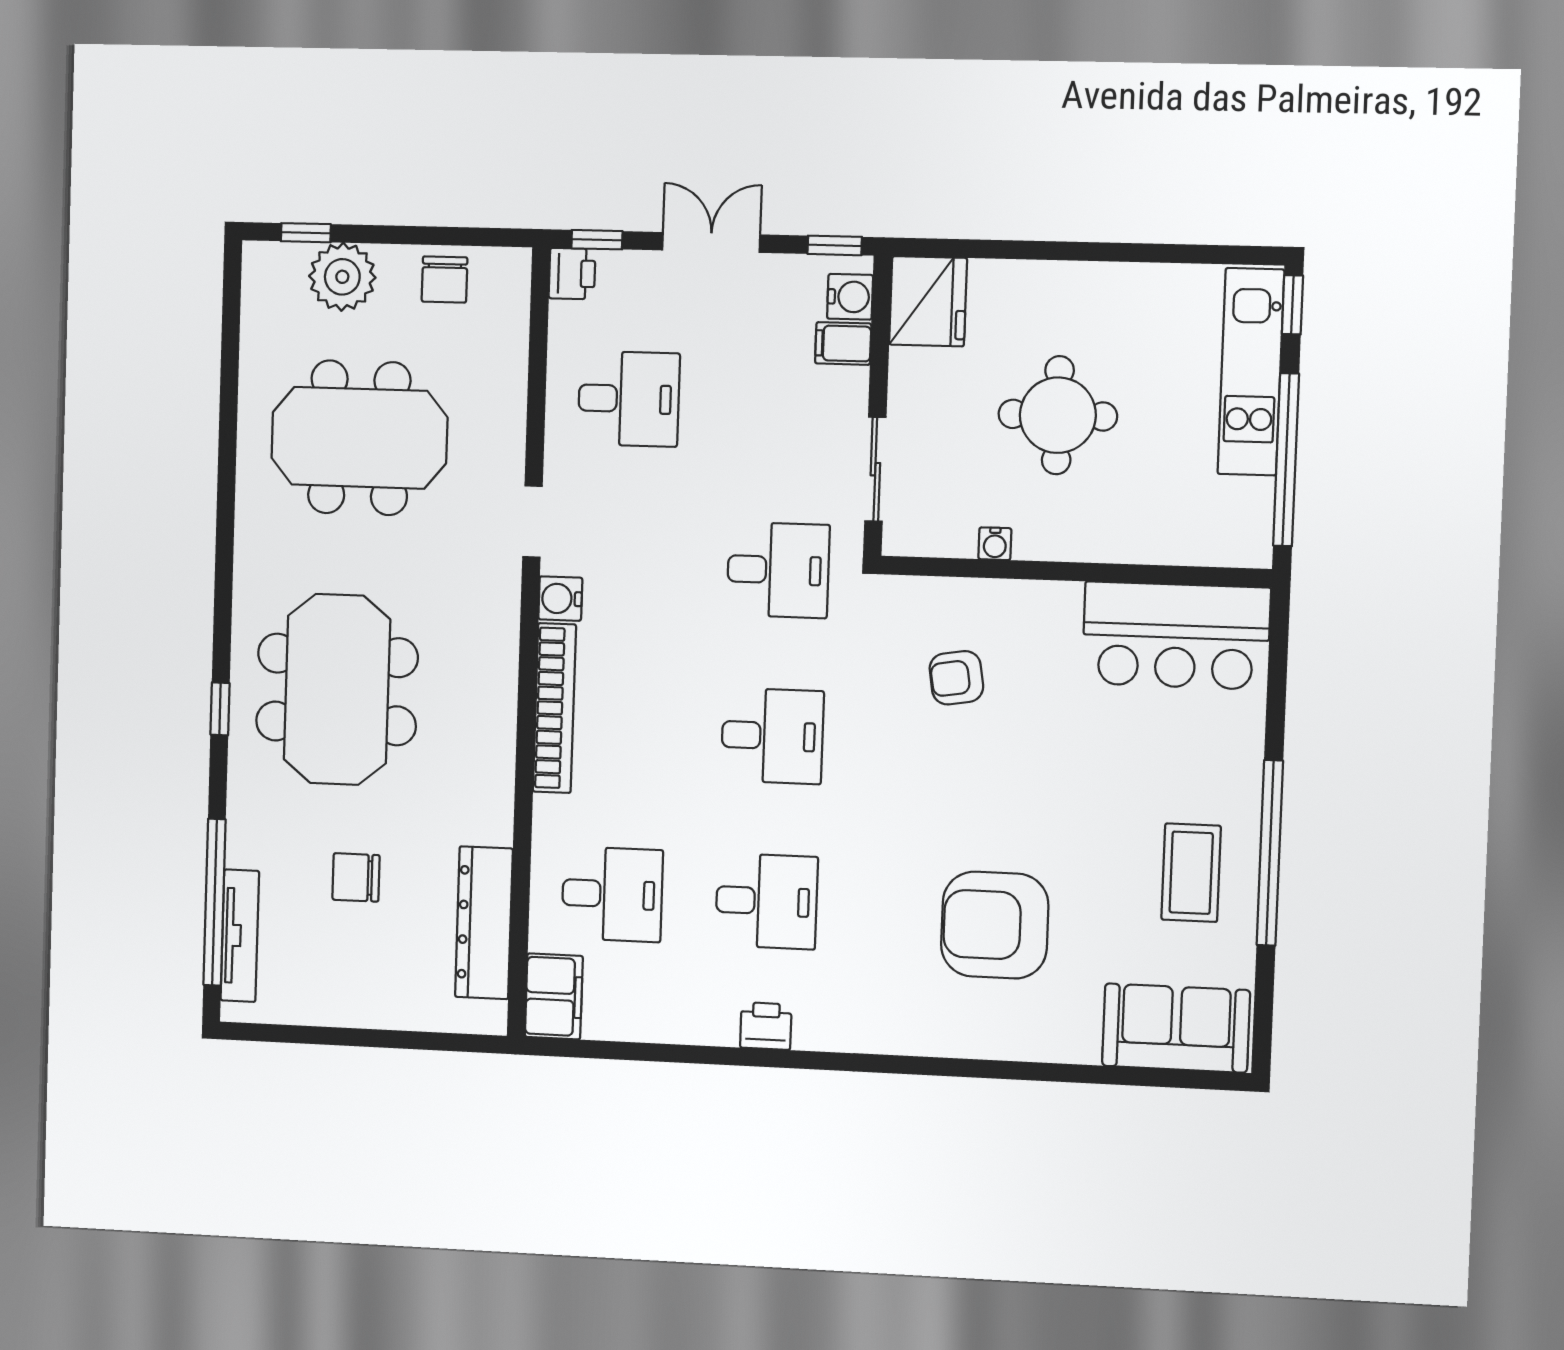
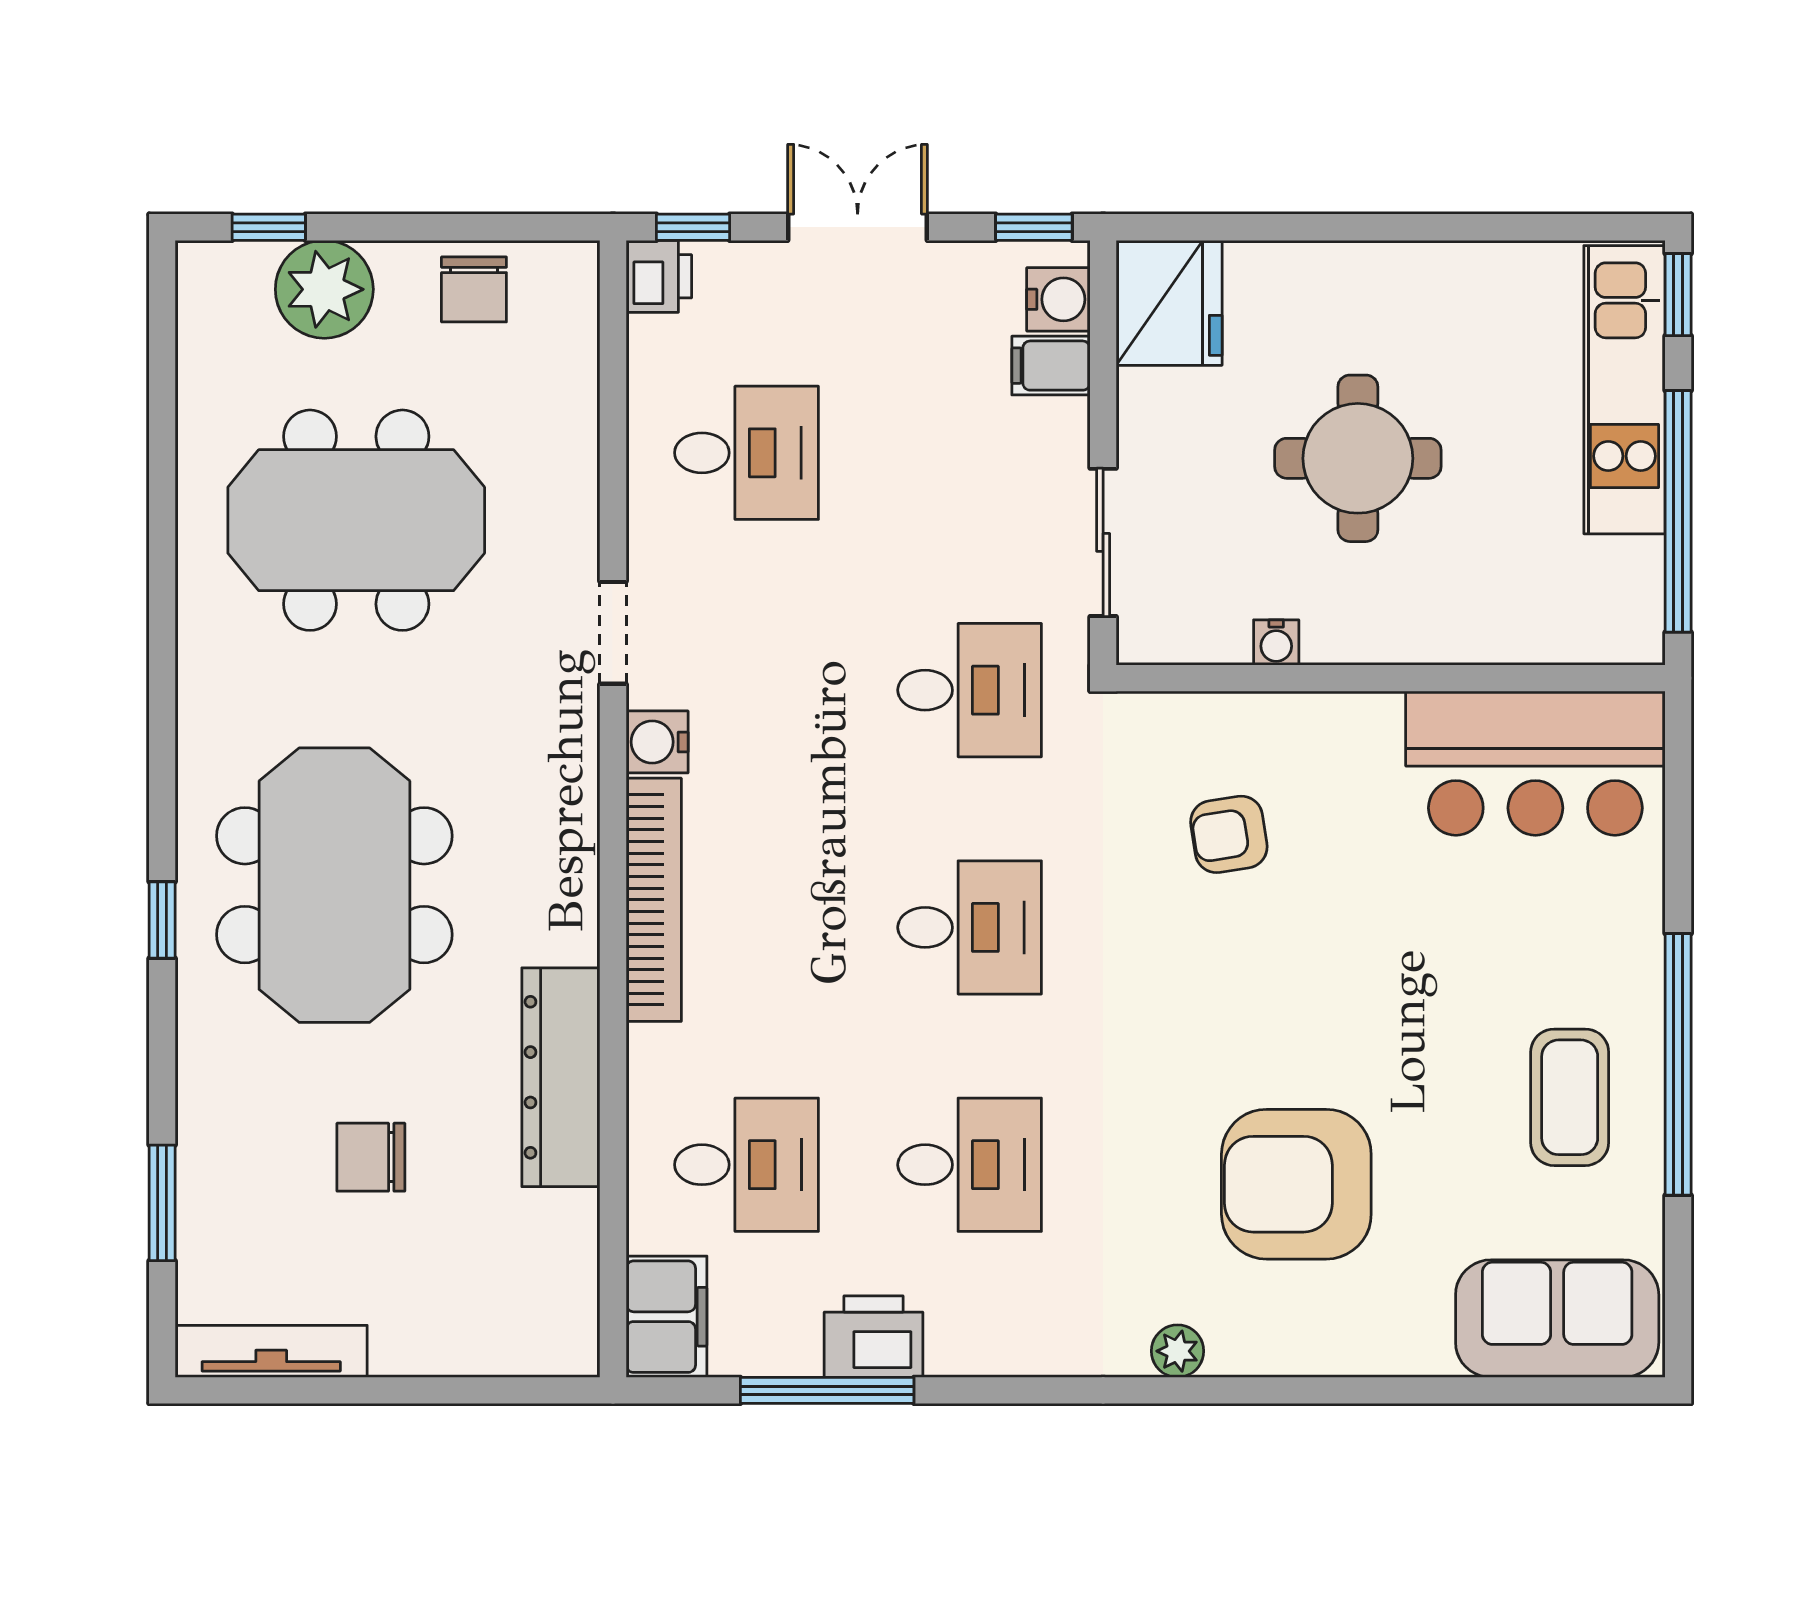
window: (215, 902) -> (162, 1203), width x0.47
dresser: (484, 923) -> (561, 1077), moved
tv unit: (240, 936) -> (271, 1351), moved, turned -90
printer: (766, 1026) -> (874, 1337), moved, width x1.36, depth x1.24
plant: (907, 1038) -> (1178, 1351), added
window: (663, 1053) -> (827, 1390), added

